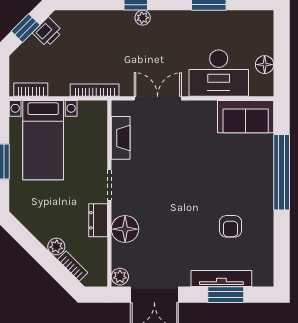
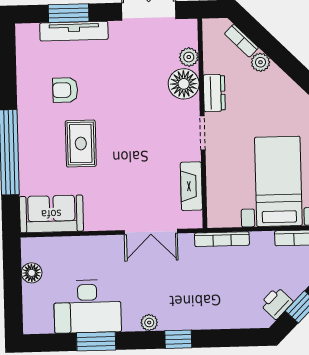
plant: (143, 18) -> (149, 323), moved
desk: (219, 73) -> (87, 306), moved, turned 180
rug: (218, 178) -> (81, 144), added
armchair: (231, 226) -> (65, 90), turned -90
plant: (120, 277) -> (189, 57), moved

